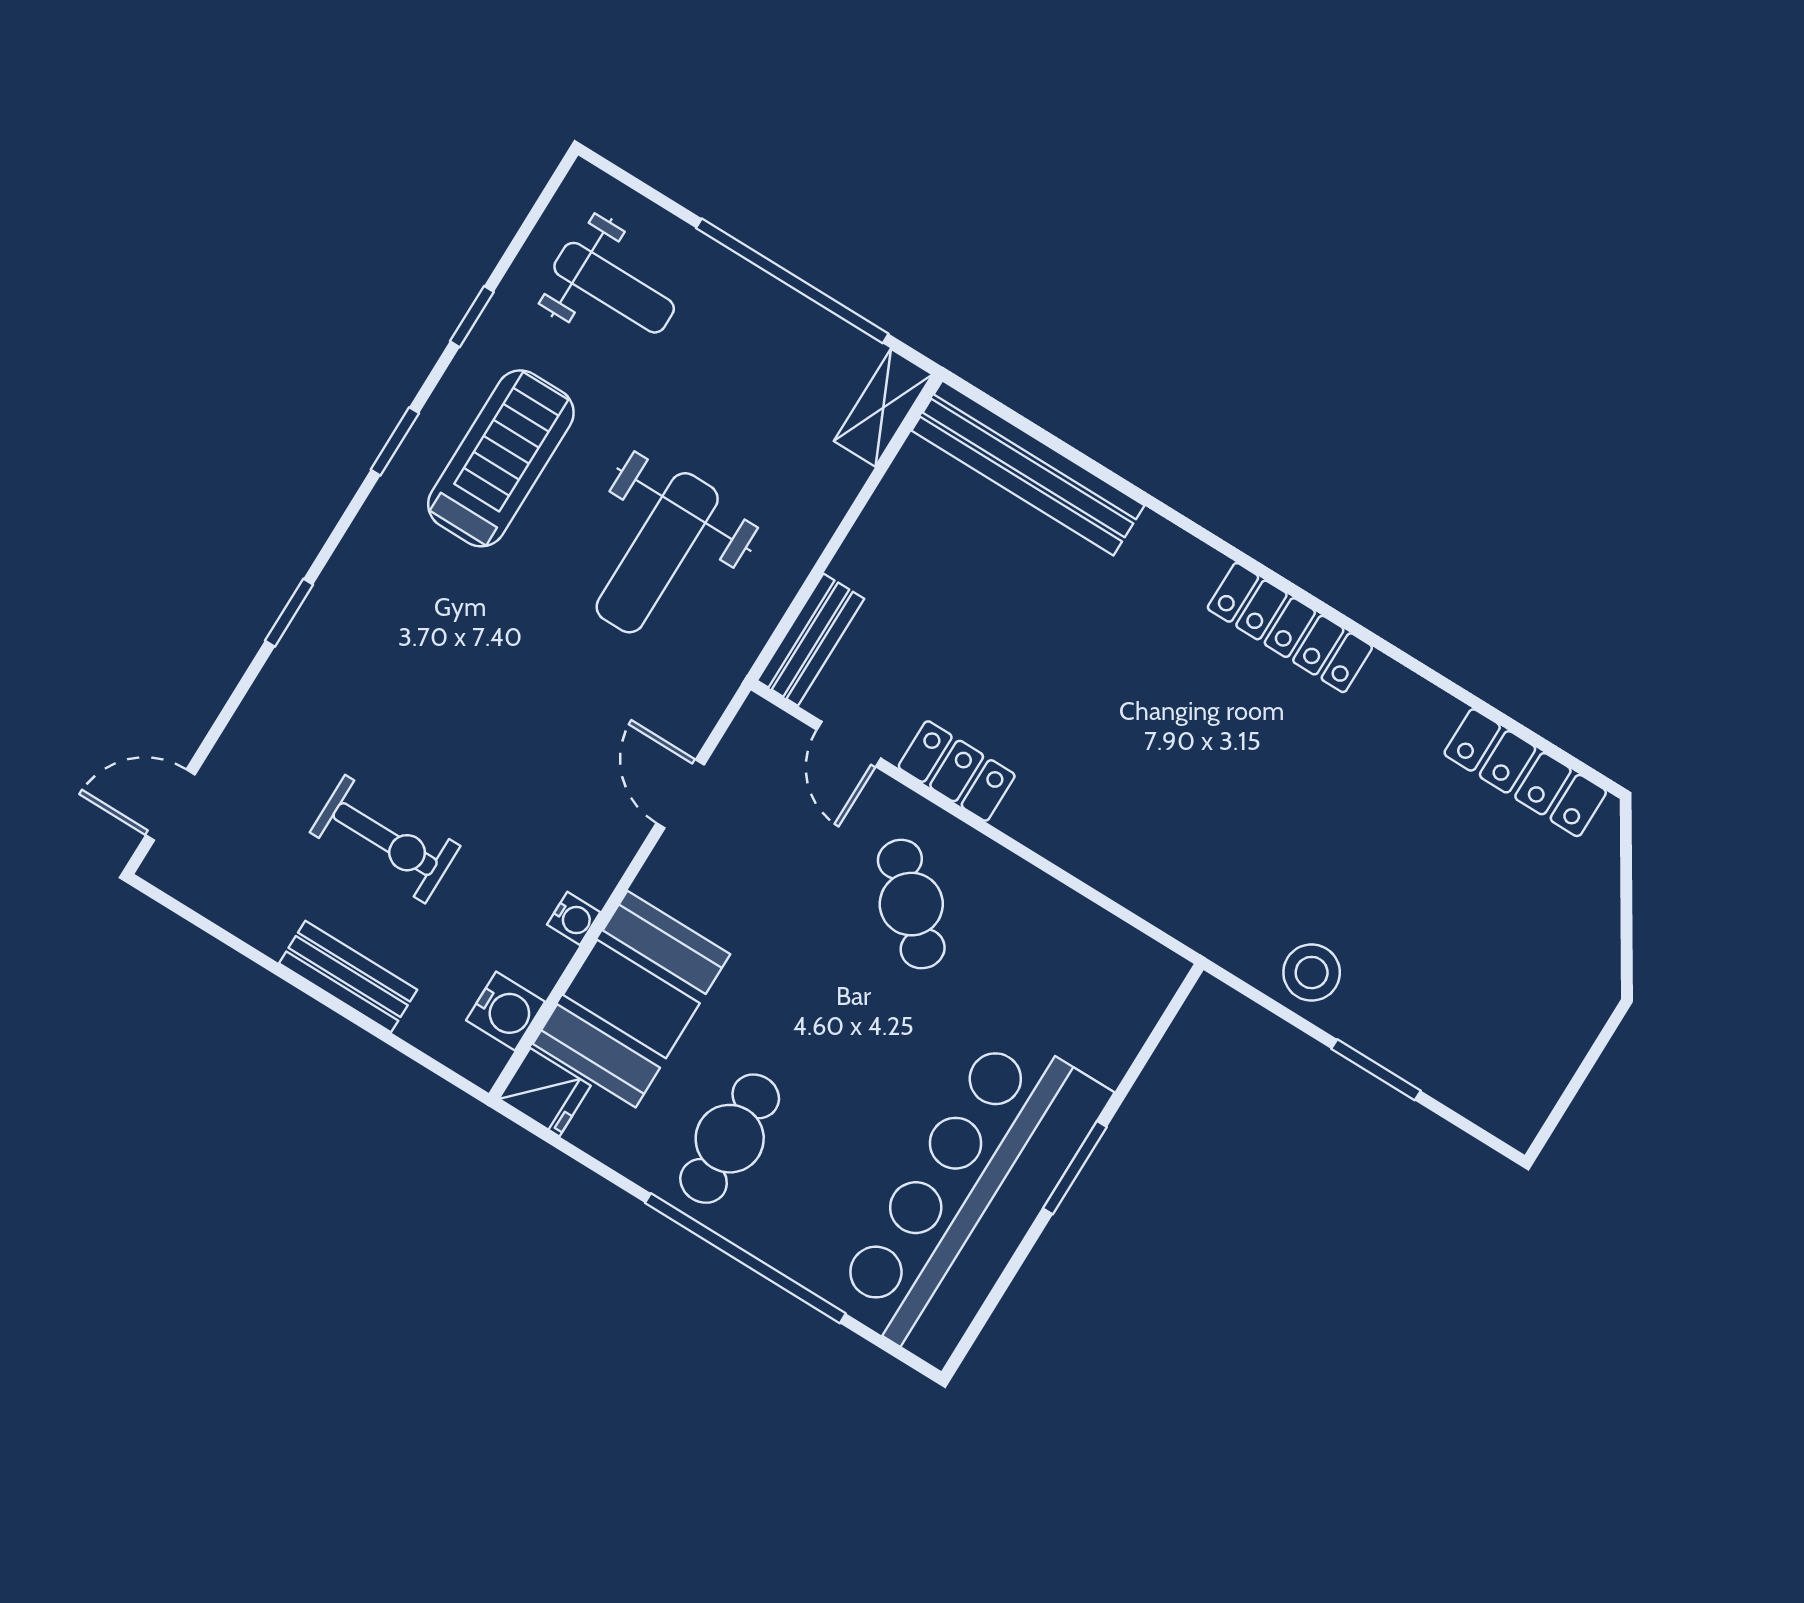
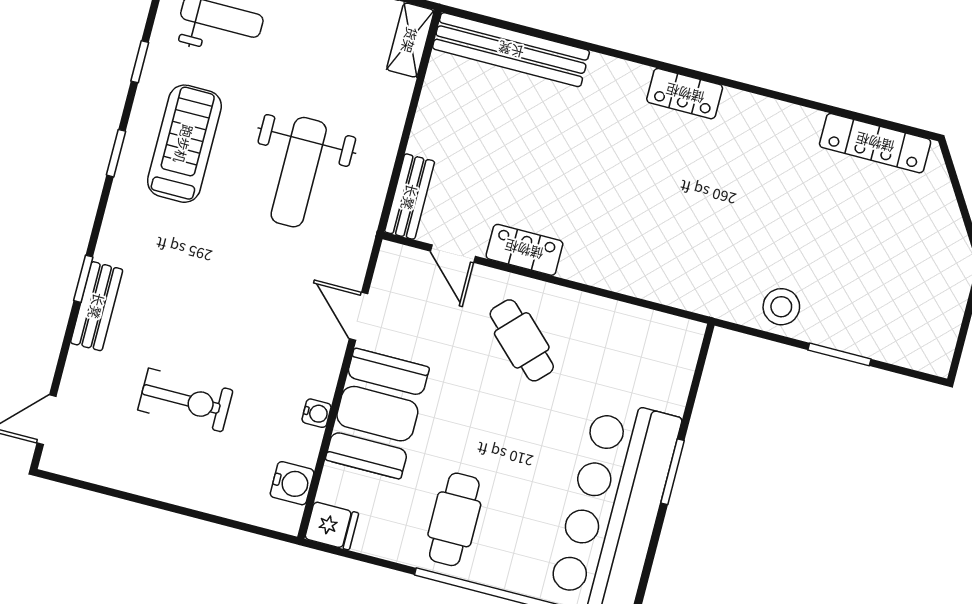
locker: (1290, 628) -> (685, 94), width x0.66
bench: (348, 977) -> (97, 306), moved, turned 90
booth: (631, 999) -> (377, 414), moved

